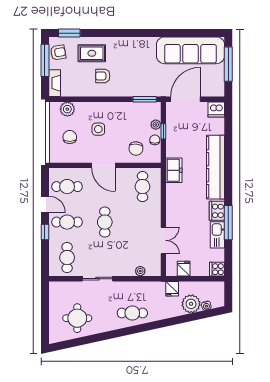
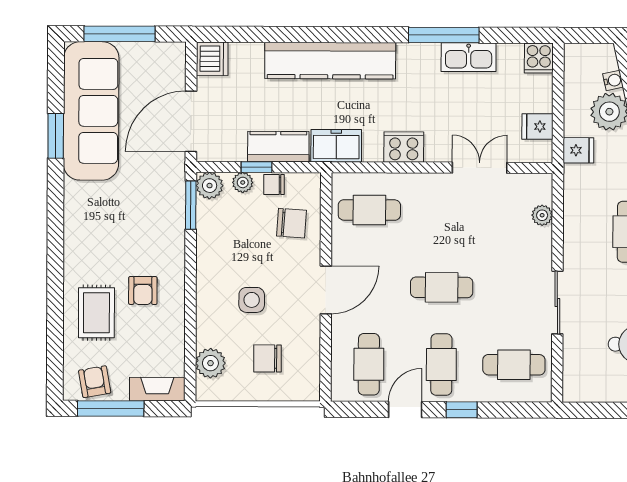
window: (69, 33) -> (56, 136), moved
door: (186, 99) -> (191, 121), hinge flipped
plant: (154, 108) -> (210, 186), added
kitchen counter: (173, 142) -> (278, 147), added
cooker: (217, 211) -> (404, 147), moved, turned 180

